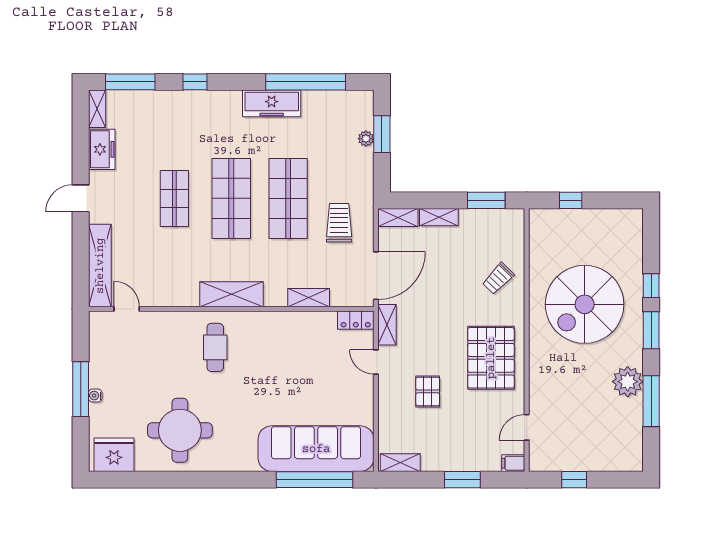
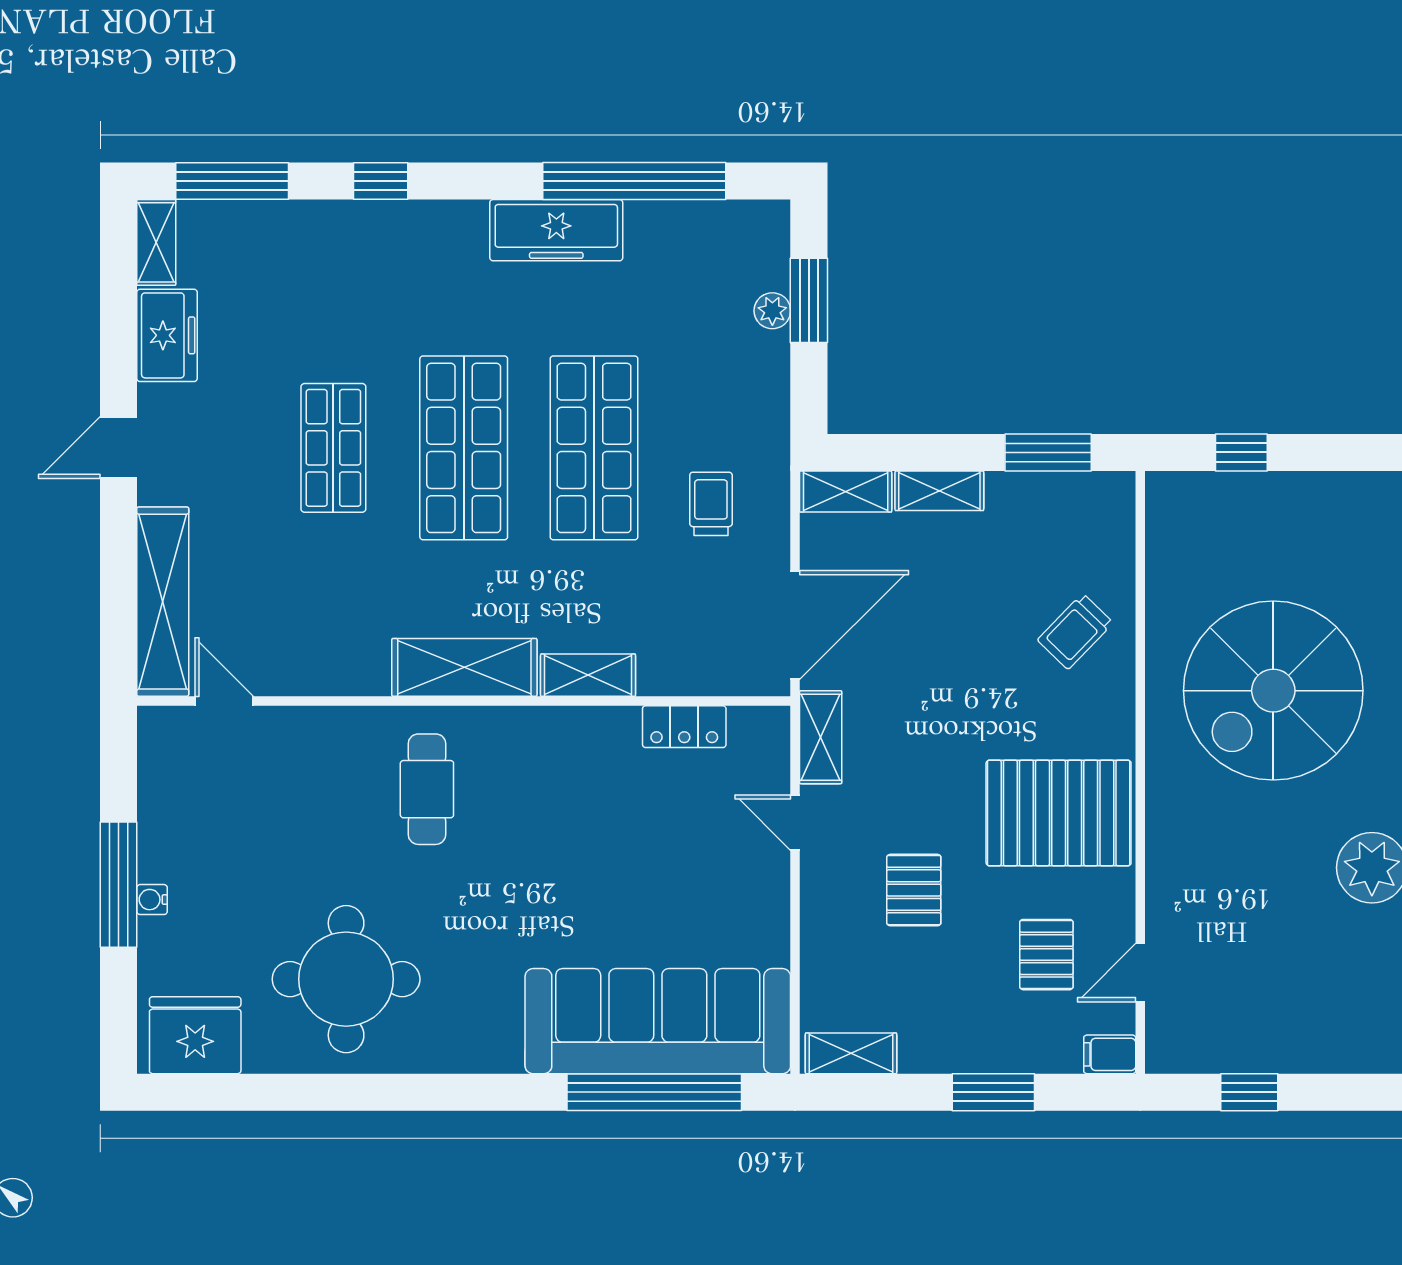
trolley: (339, 223) -> (711, 504), width x0.73, depth x0.72
shelving: (309, 298) -> (588, 675), moved
locker: (356, 320) -> (684, 727), moved
pallet: (491, 358) -> (1059, 813), turned 90
pallet: (486, 420) -> (1046, 955), added

